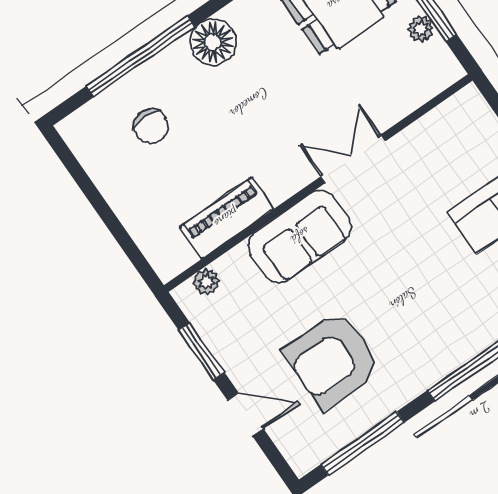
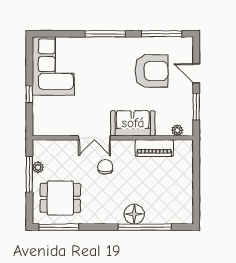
floor lamp: (213, 42) -> (134, 214), moved
chair: (151, 126) -> (105, 167), moved

